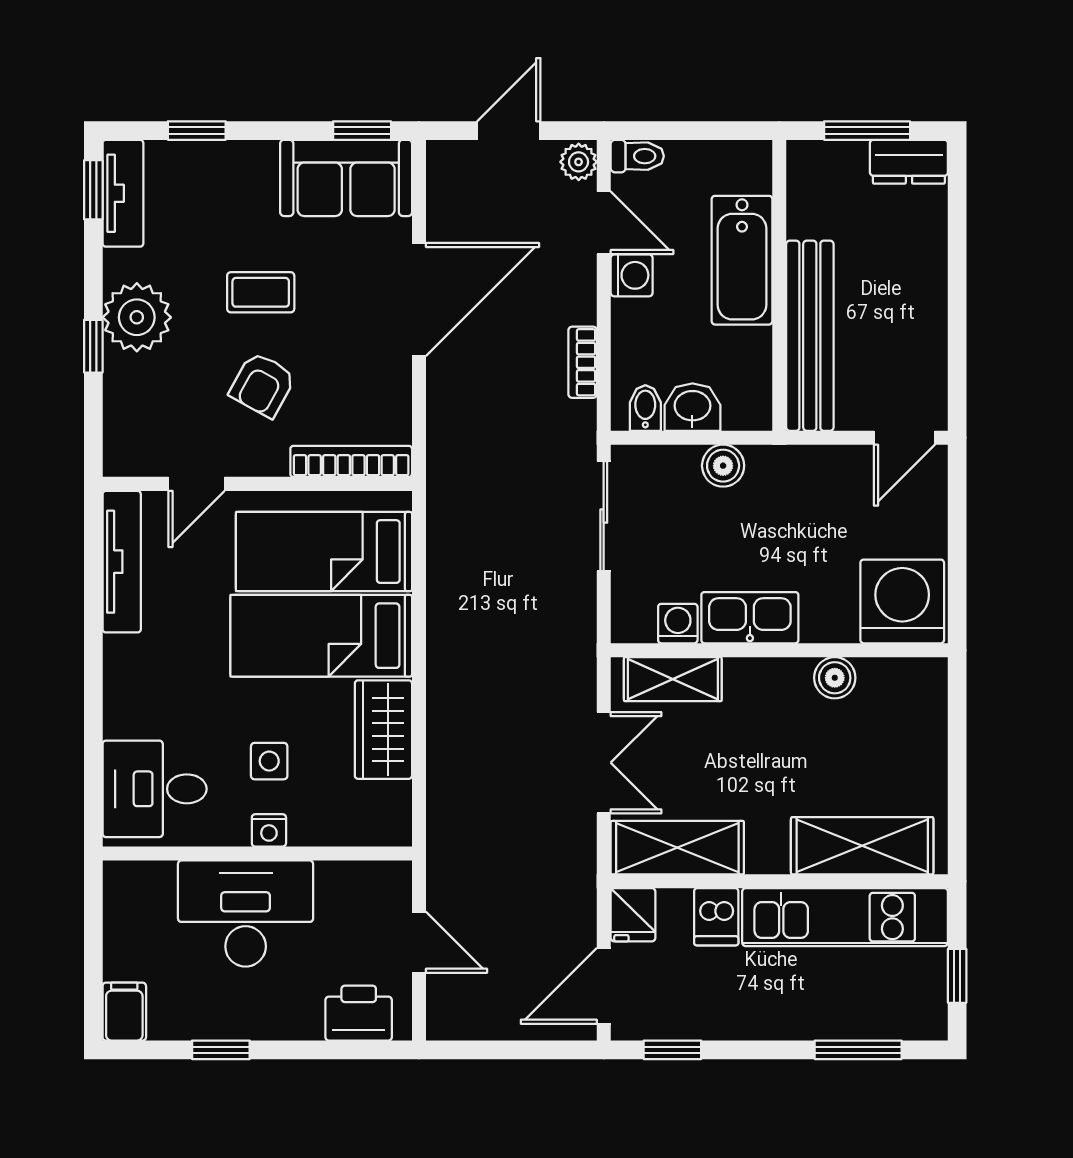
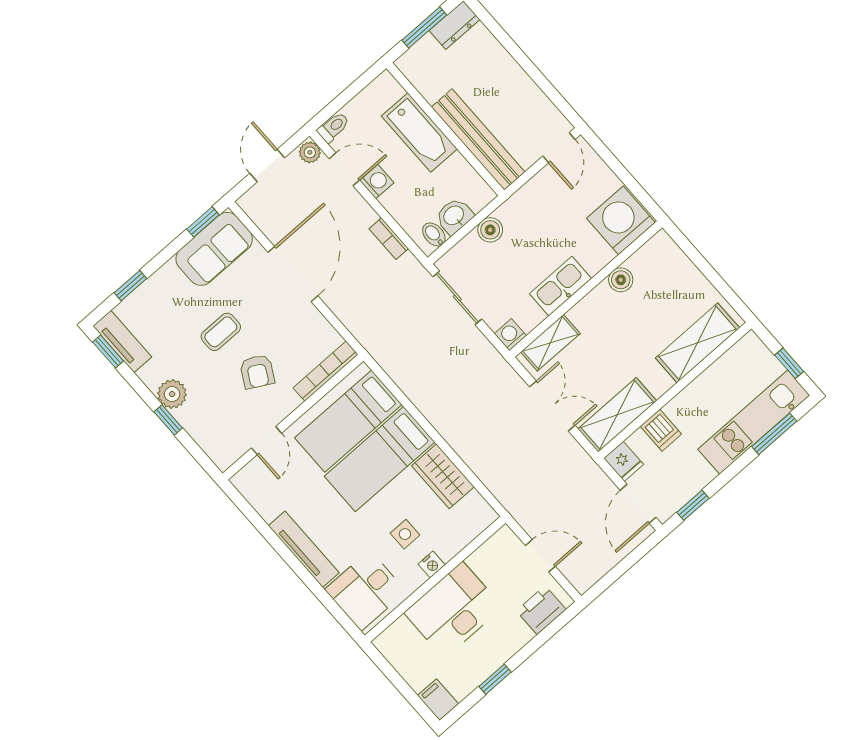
plant: (137, 317) -> (172, 394), width x0.73, depth x0.73
tv unit: (122, 562) -> (304, 549), moved
washing machine: (678, 624) -> (510, 335), moved
kitchen unit: (845, 917) -> (754, 422), moved, turned 180

